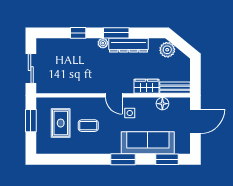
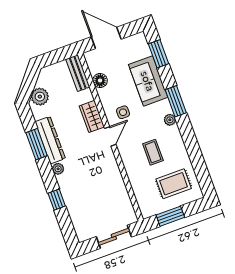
window: (116, 33) -> (37, 144), moved
wardrobe: (147, 86) -> (92, 116), moved
rug: (61, 123) -> (174, 184), moved
sofa: (148, 143) -> (148, 81), width x0.73
plant: (110, 149) -> (170, 120), added

